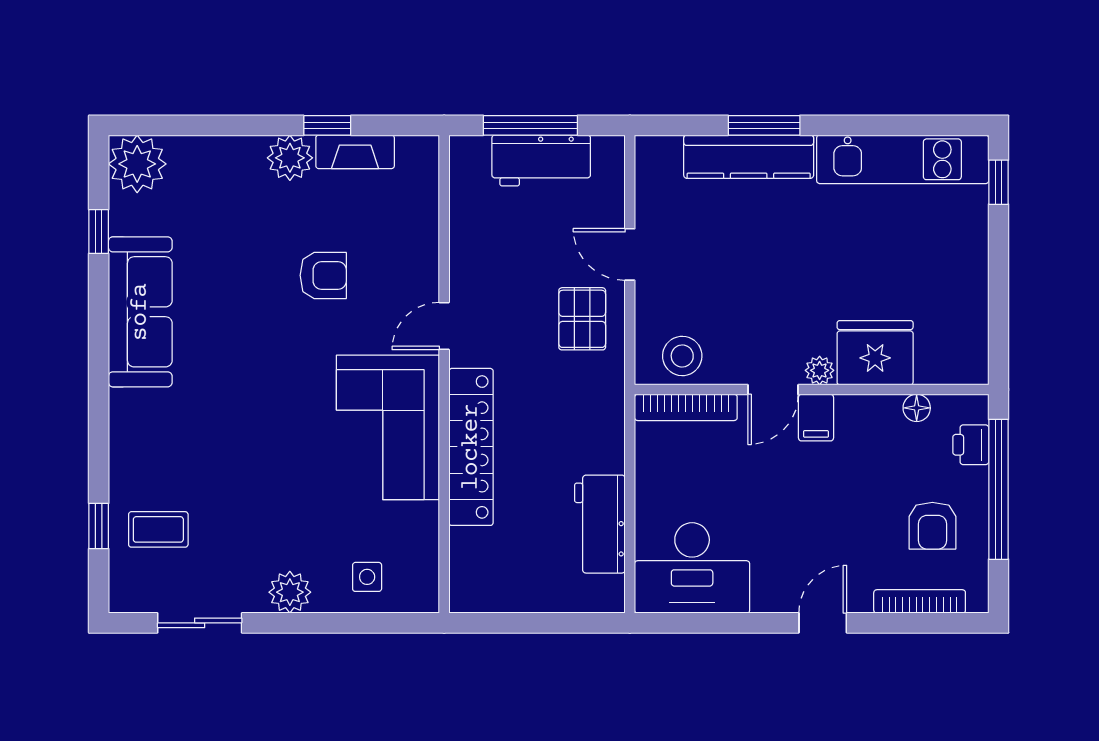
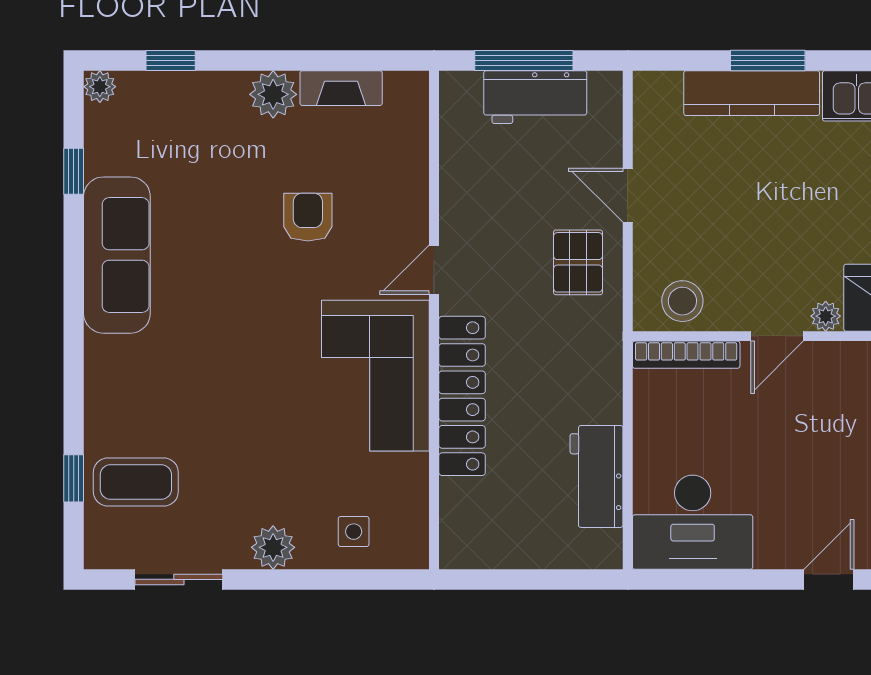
window: (327, 125) -> (171, 60), moved
plant: (137, 164) -> (100, 87), width x0.53, depth x0.53
armchair: (323, 275) -> (308, 217), turned -90
filing cabinet: (816, 418) -> (822, 365), removed
coffee table: (158, 529) -> (136, 482), width x1.36, depth x1.30

